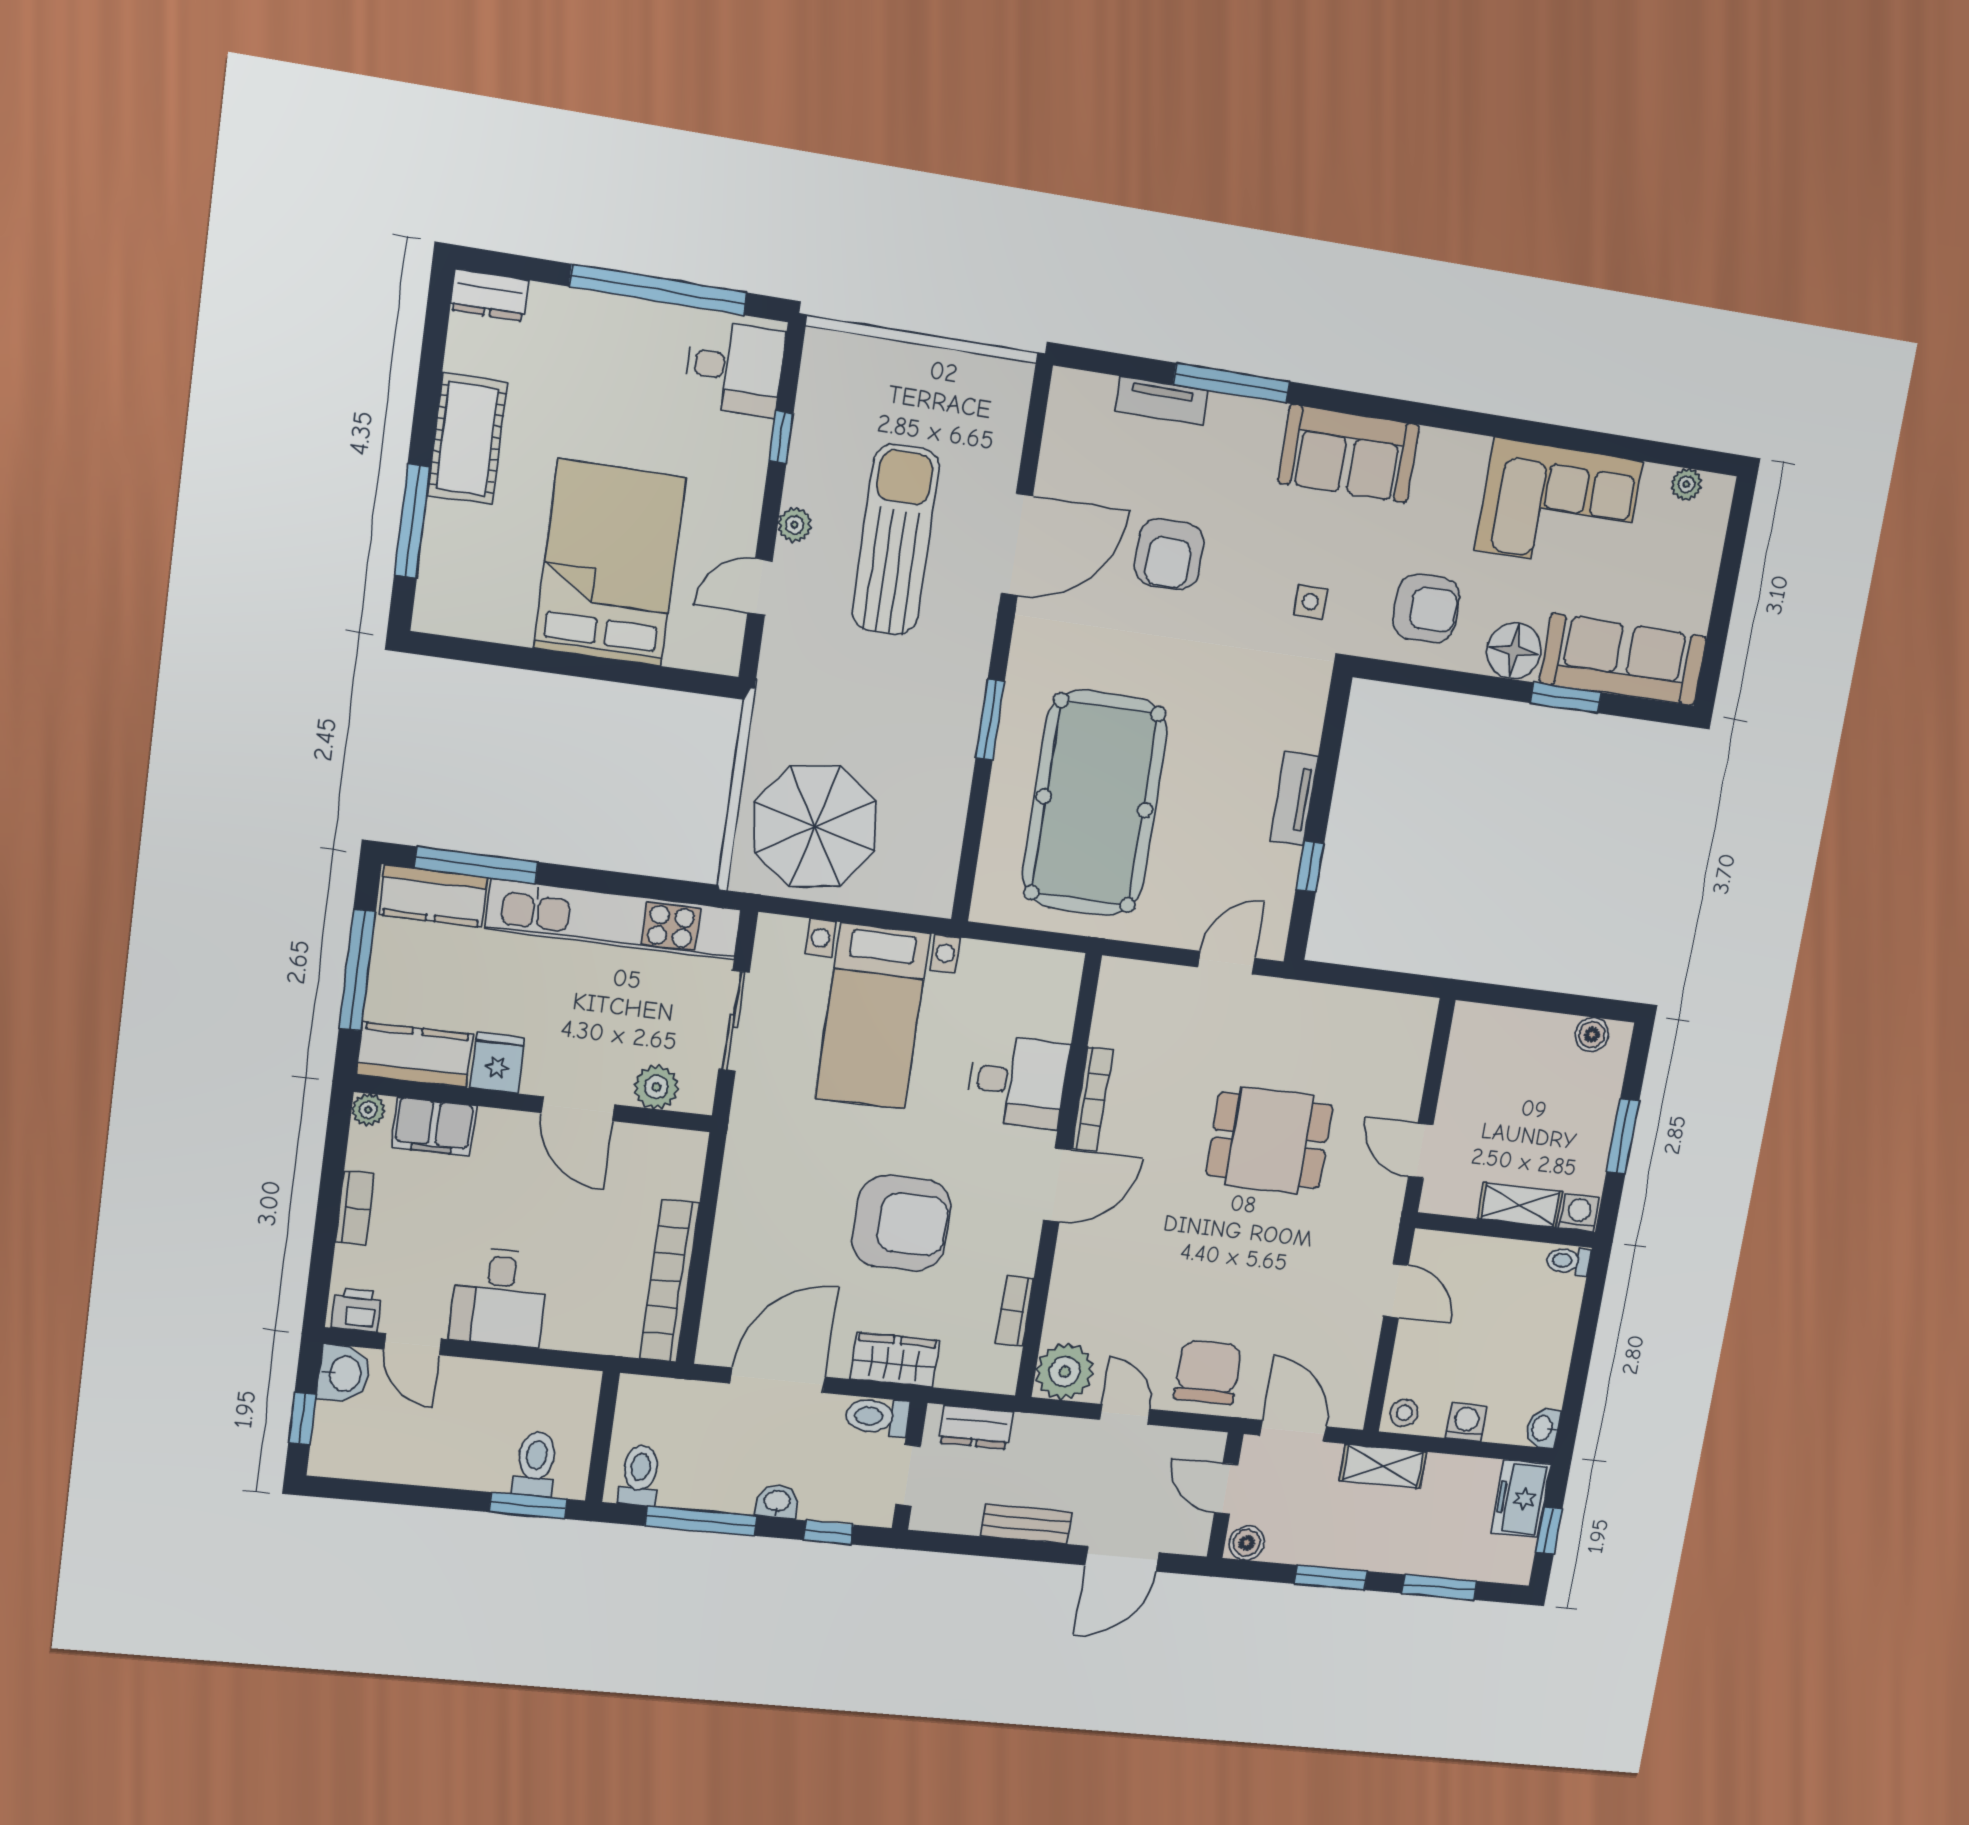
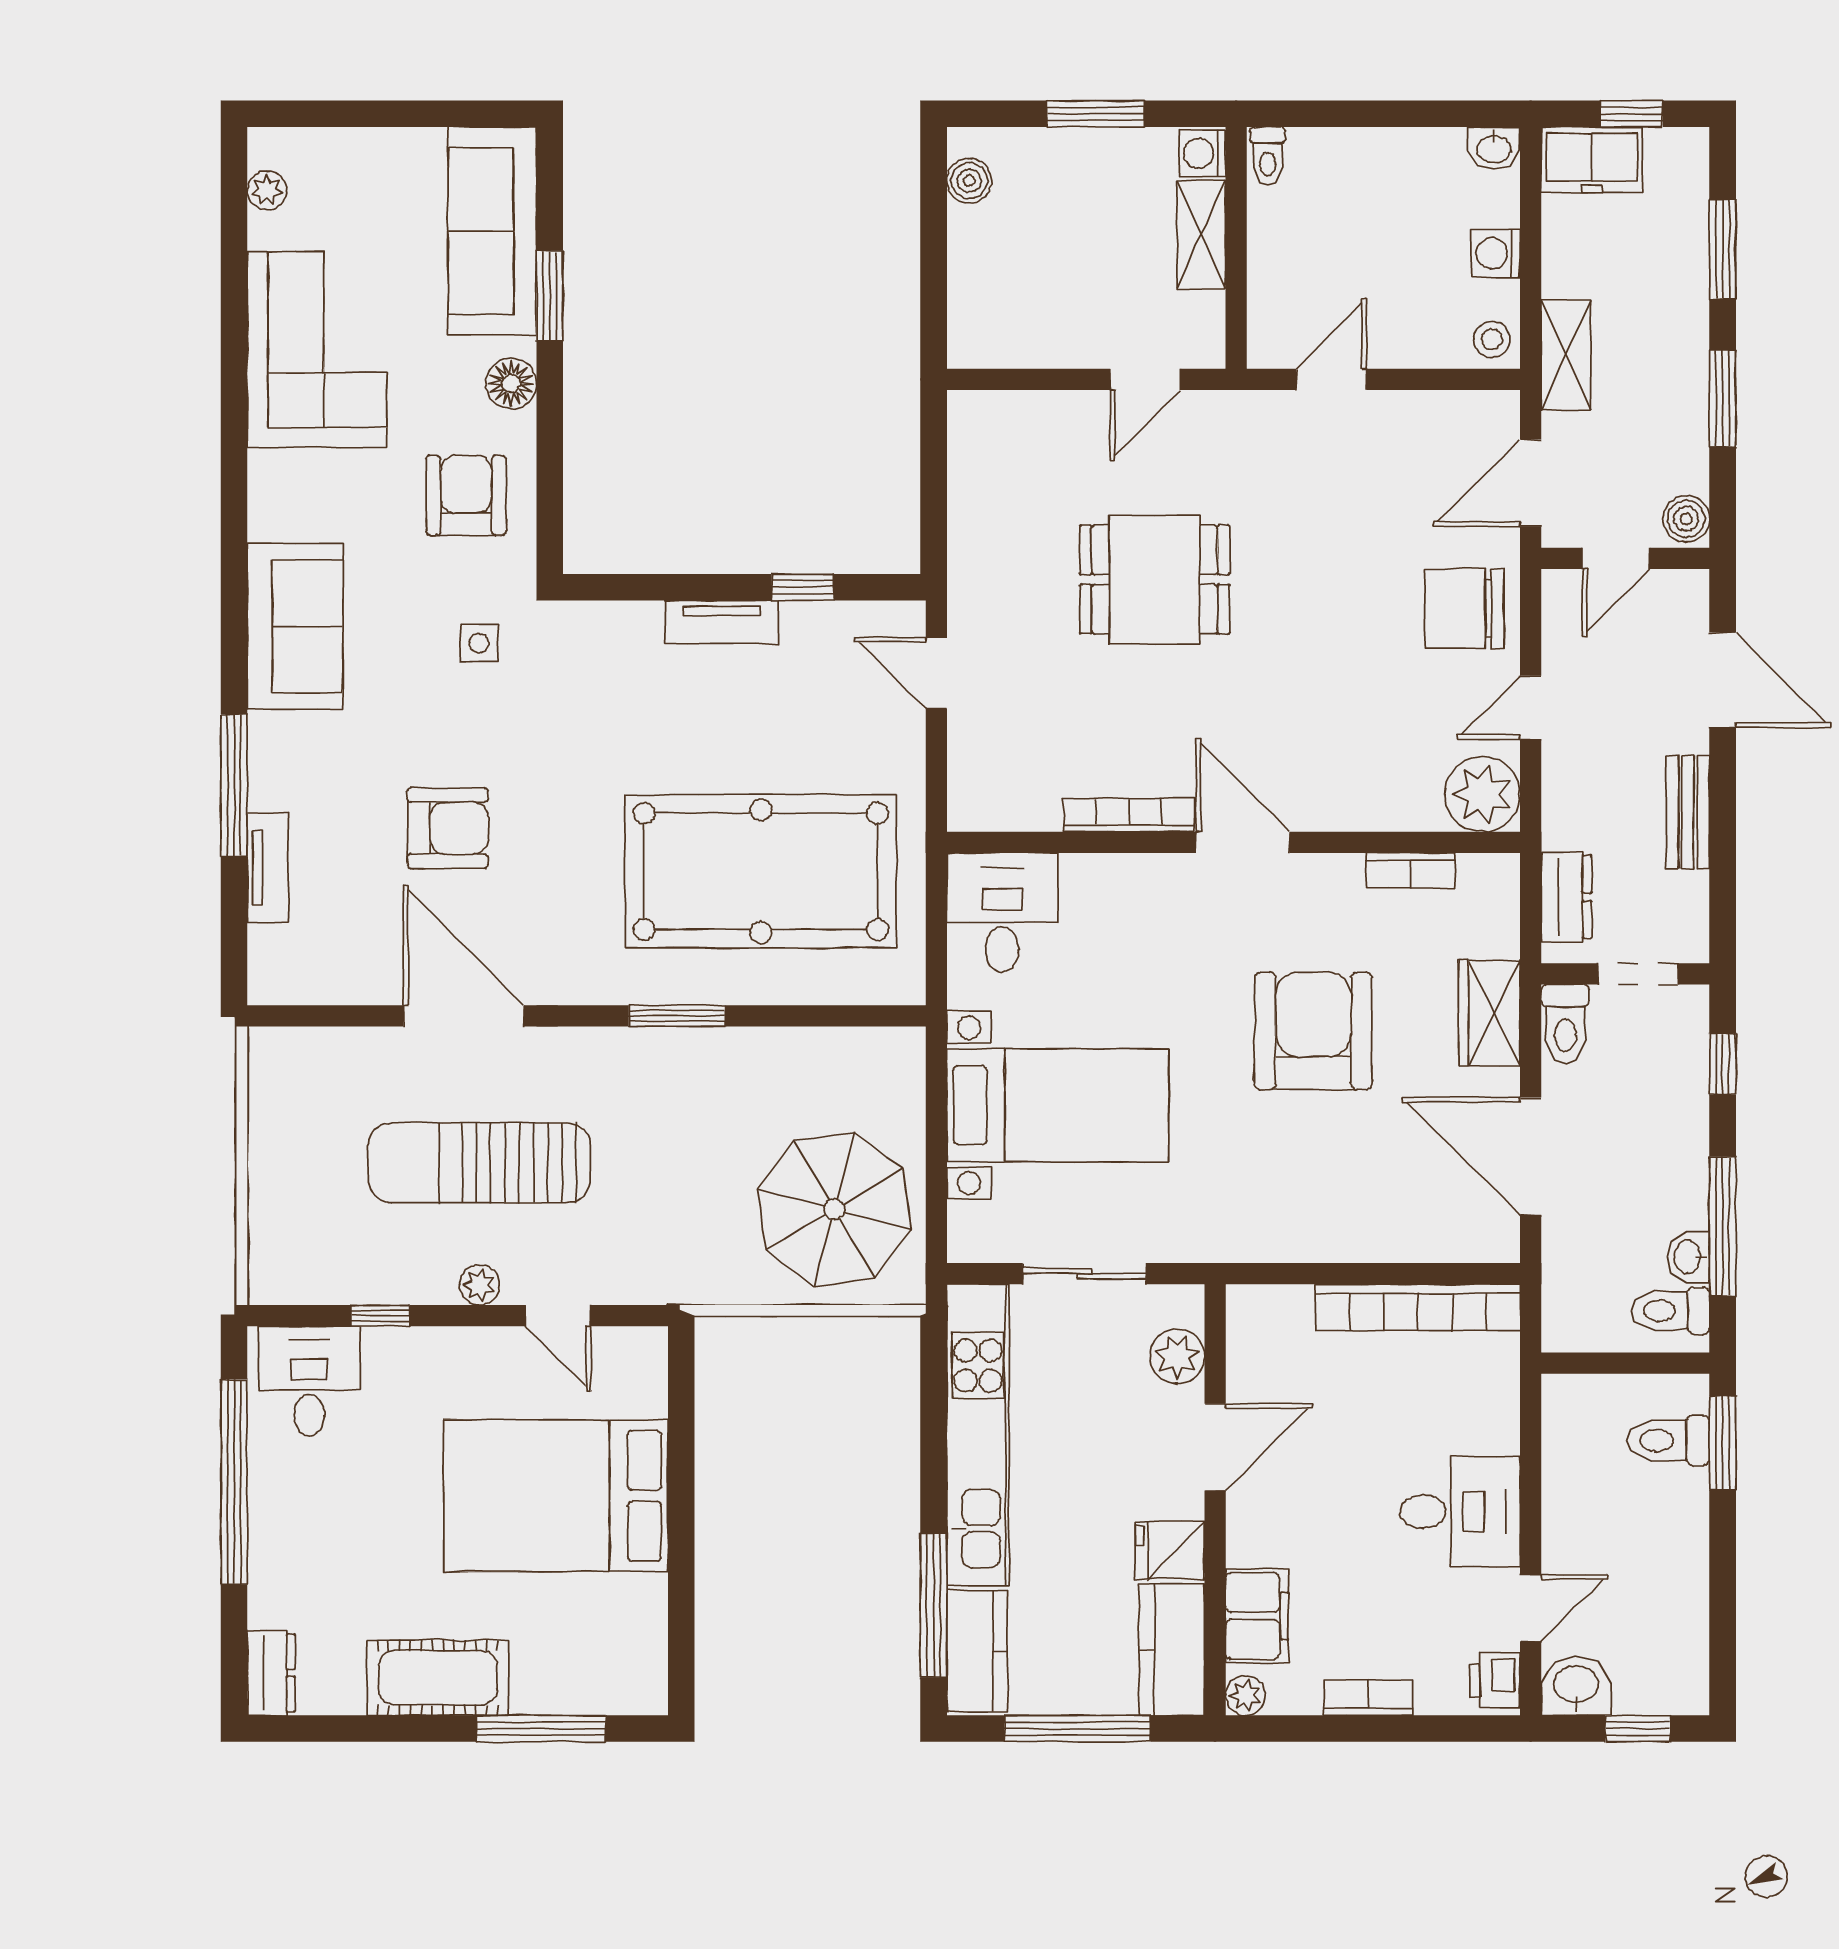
floor lamp: (1514, 651) -> (511, 383), width x0.73, depth x0.73
desk: (1018, 1082) -> (1002, 912), moved
dining table: (1269, 1140) -> (1155, 579), turned 90
washbasin: (777, 1502) -> (1689, 1257), moved

